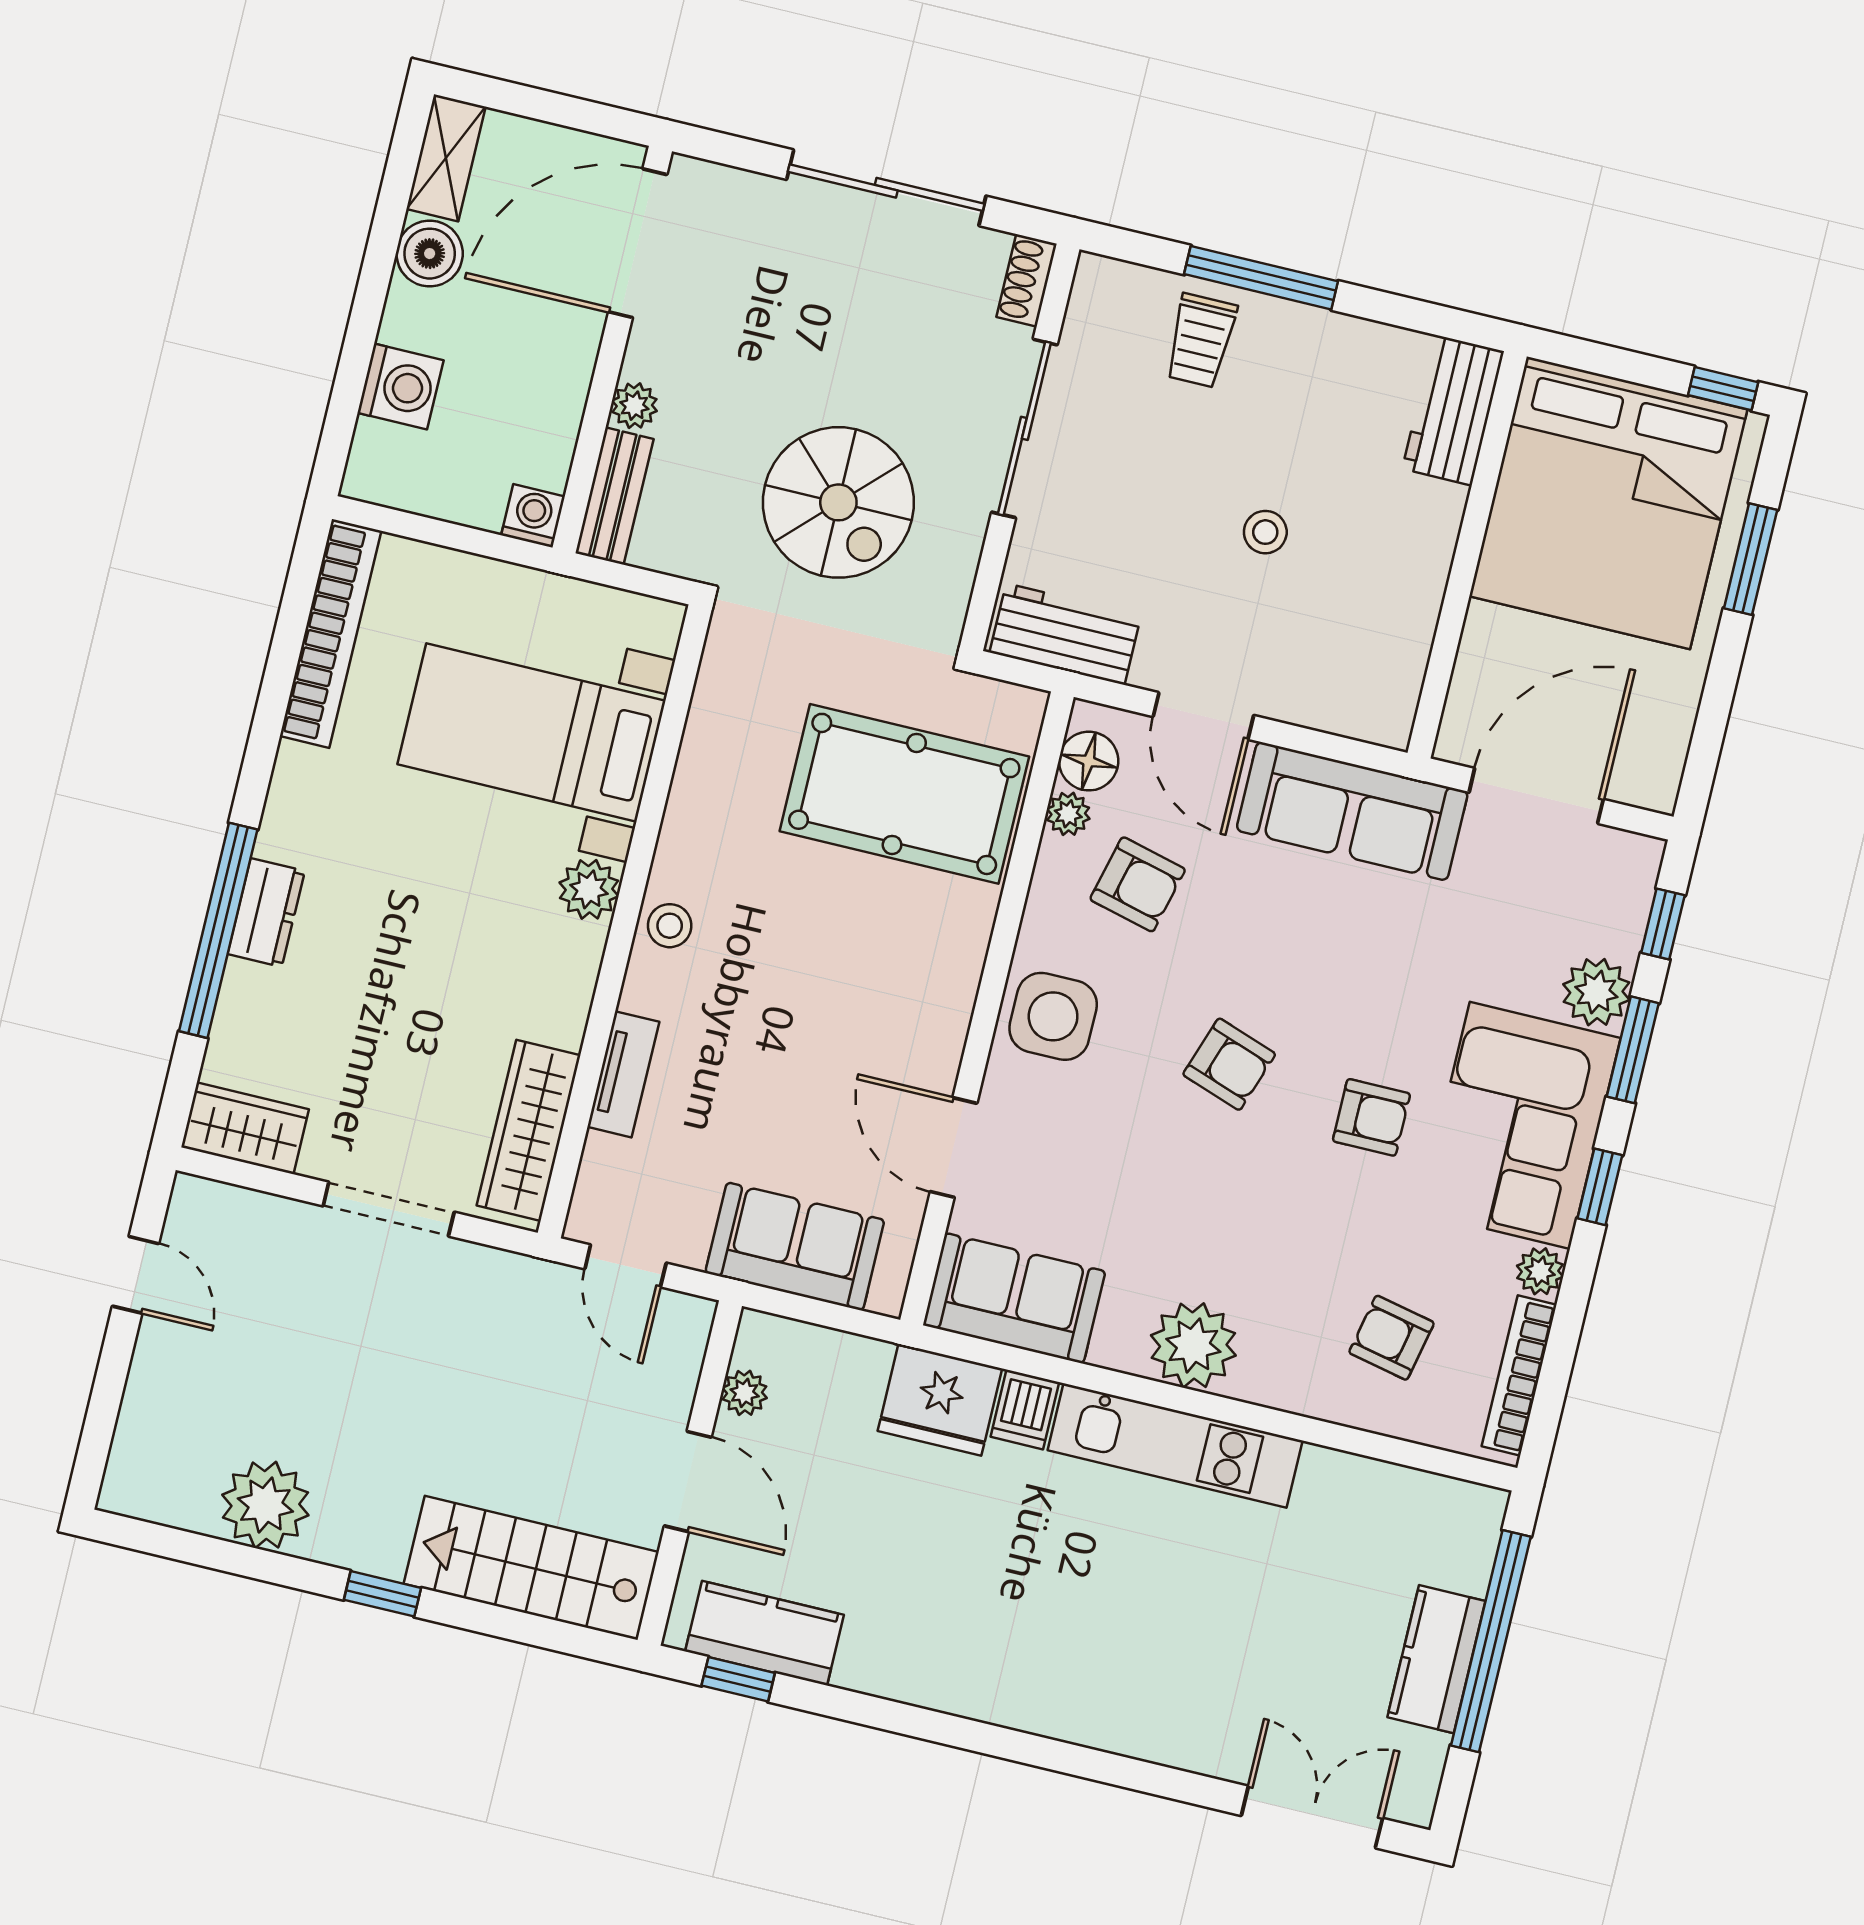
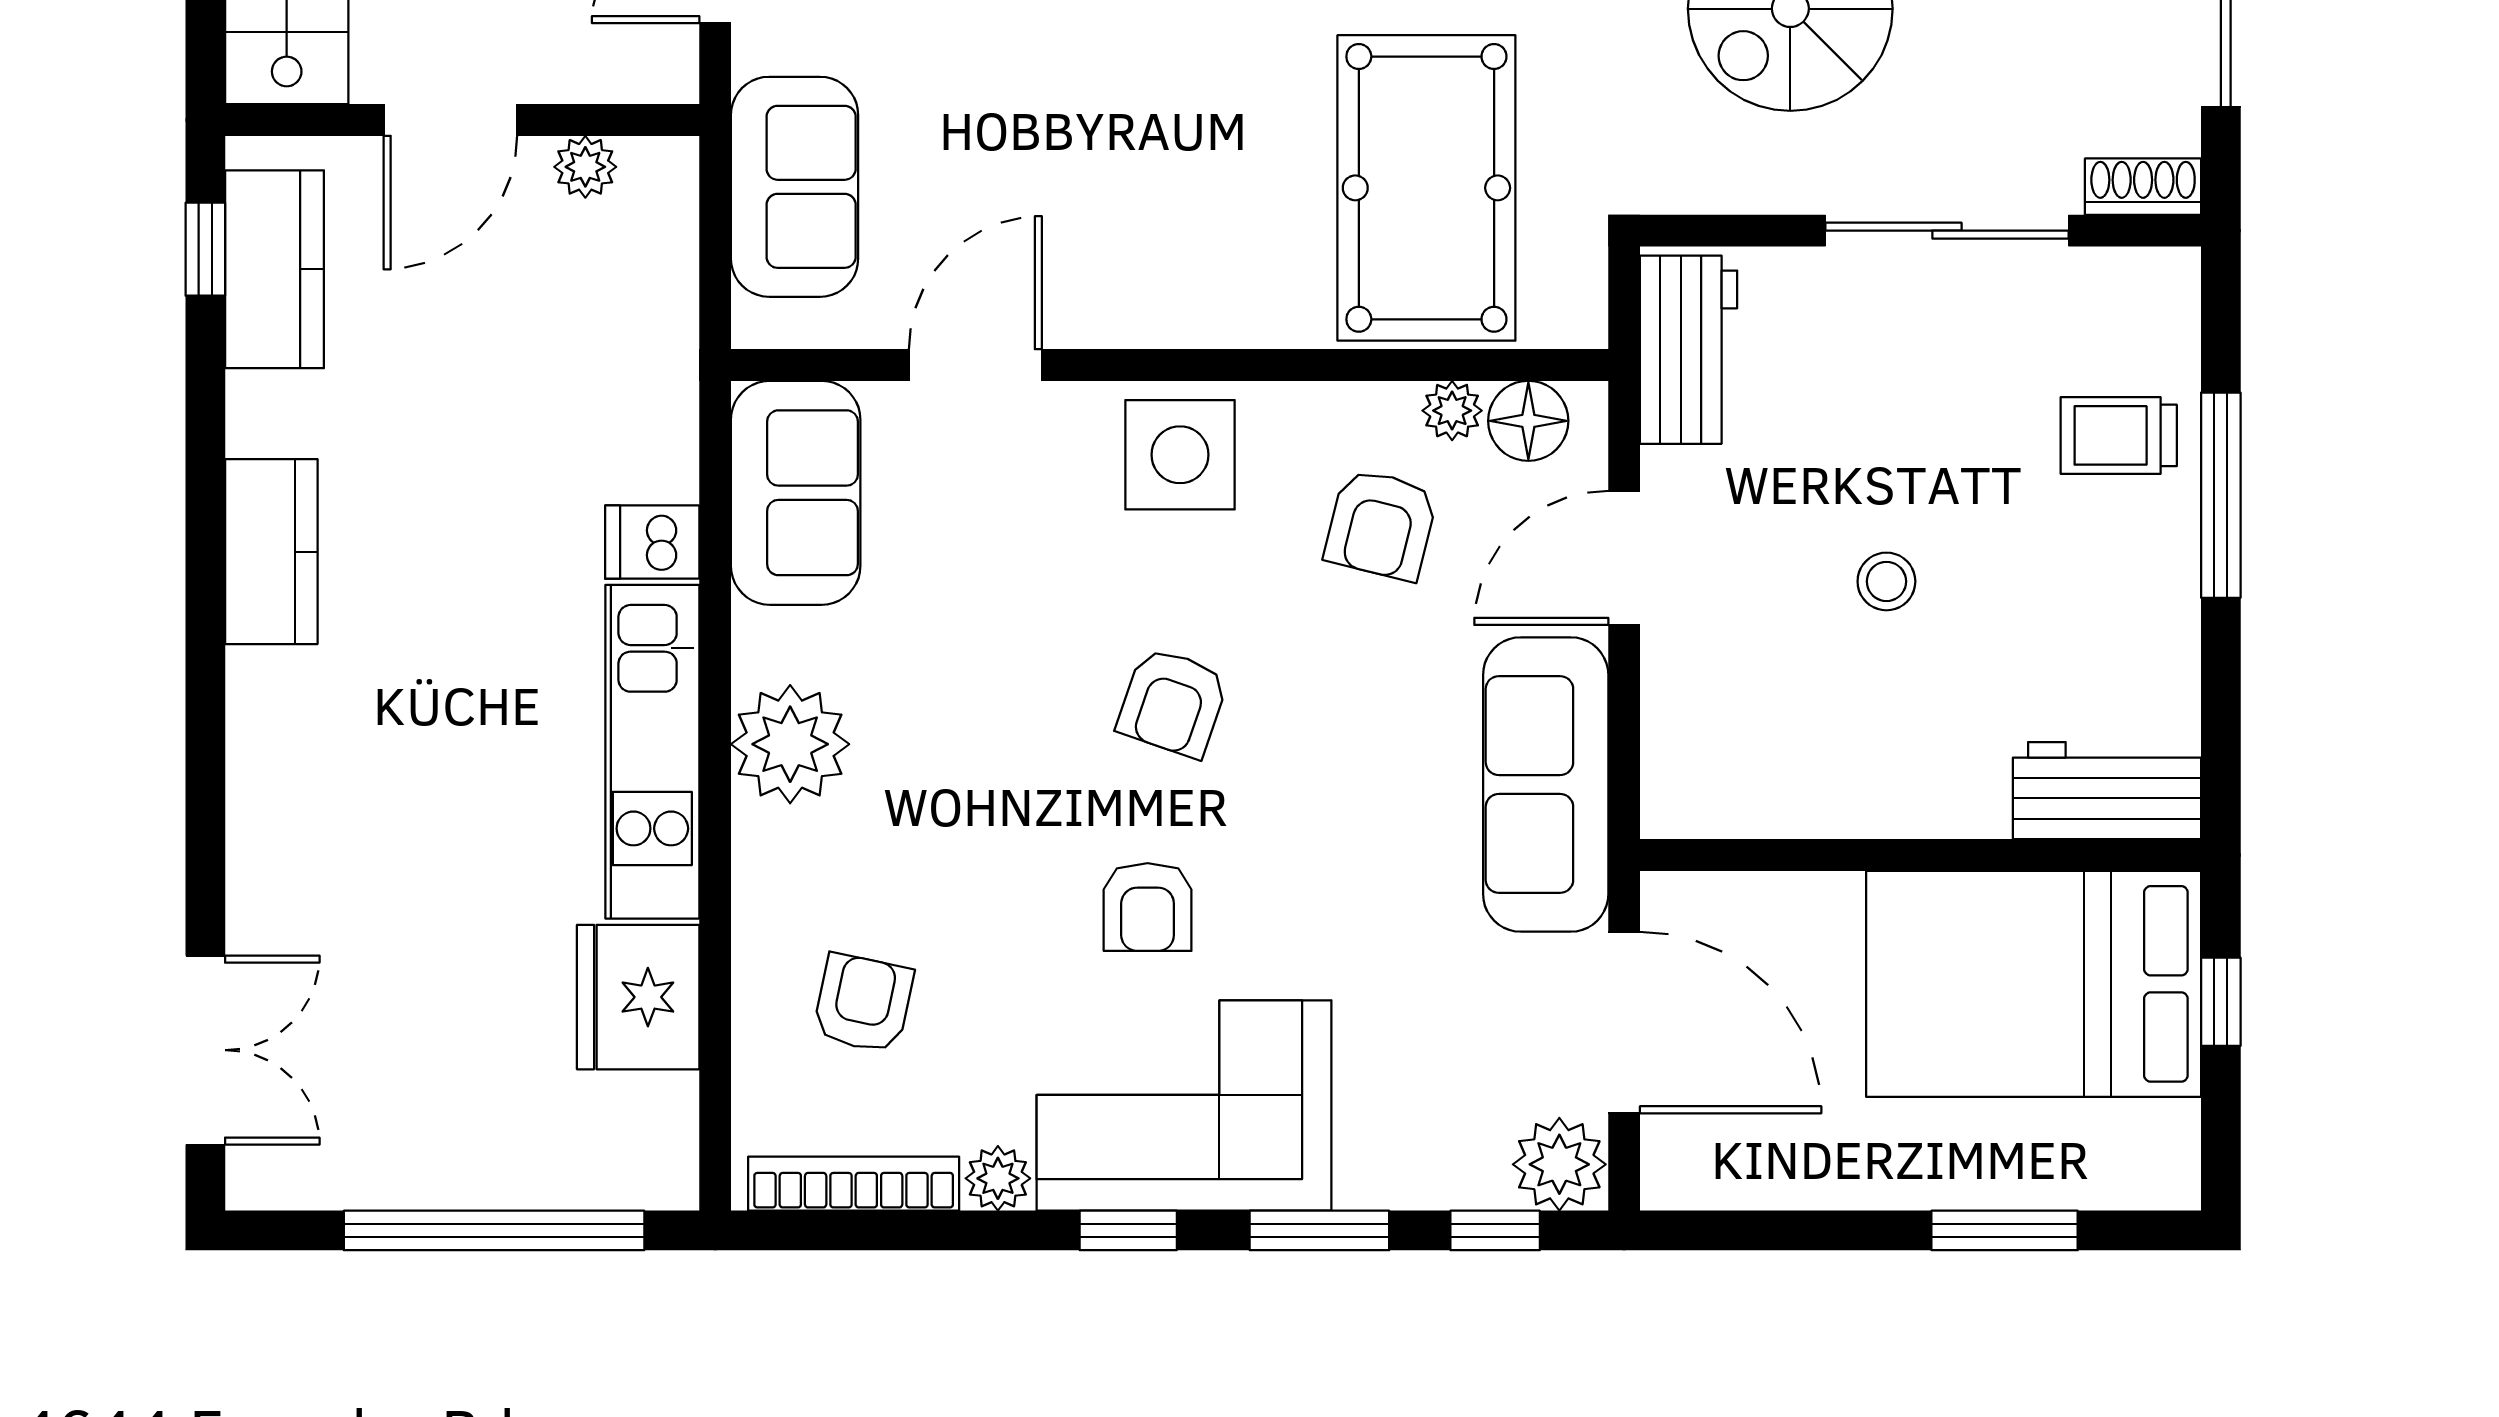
window: (1723, 389) -> (2221, 1002), moved
bed: (1608, 503) -> (2034, 984), width x0.73
plant: (1596, 992) -> (1559, 1164), moved
fridge: (940, 1400) -> (638, 997), moved
kitchen counter: (1436, 1659) -> (271, 552), moved, turned 90

